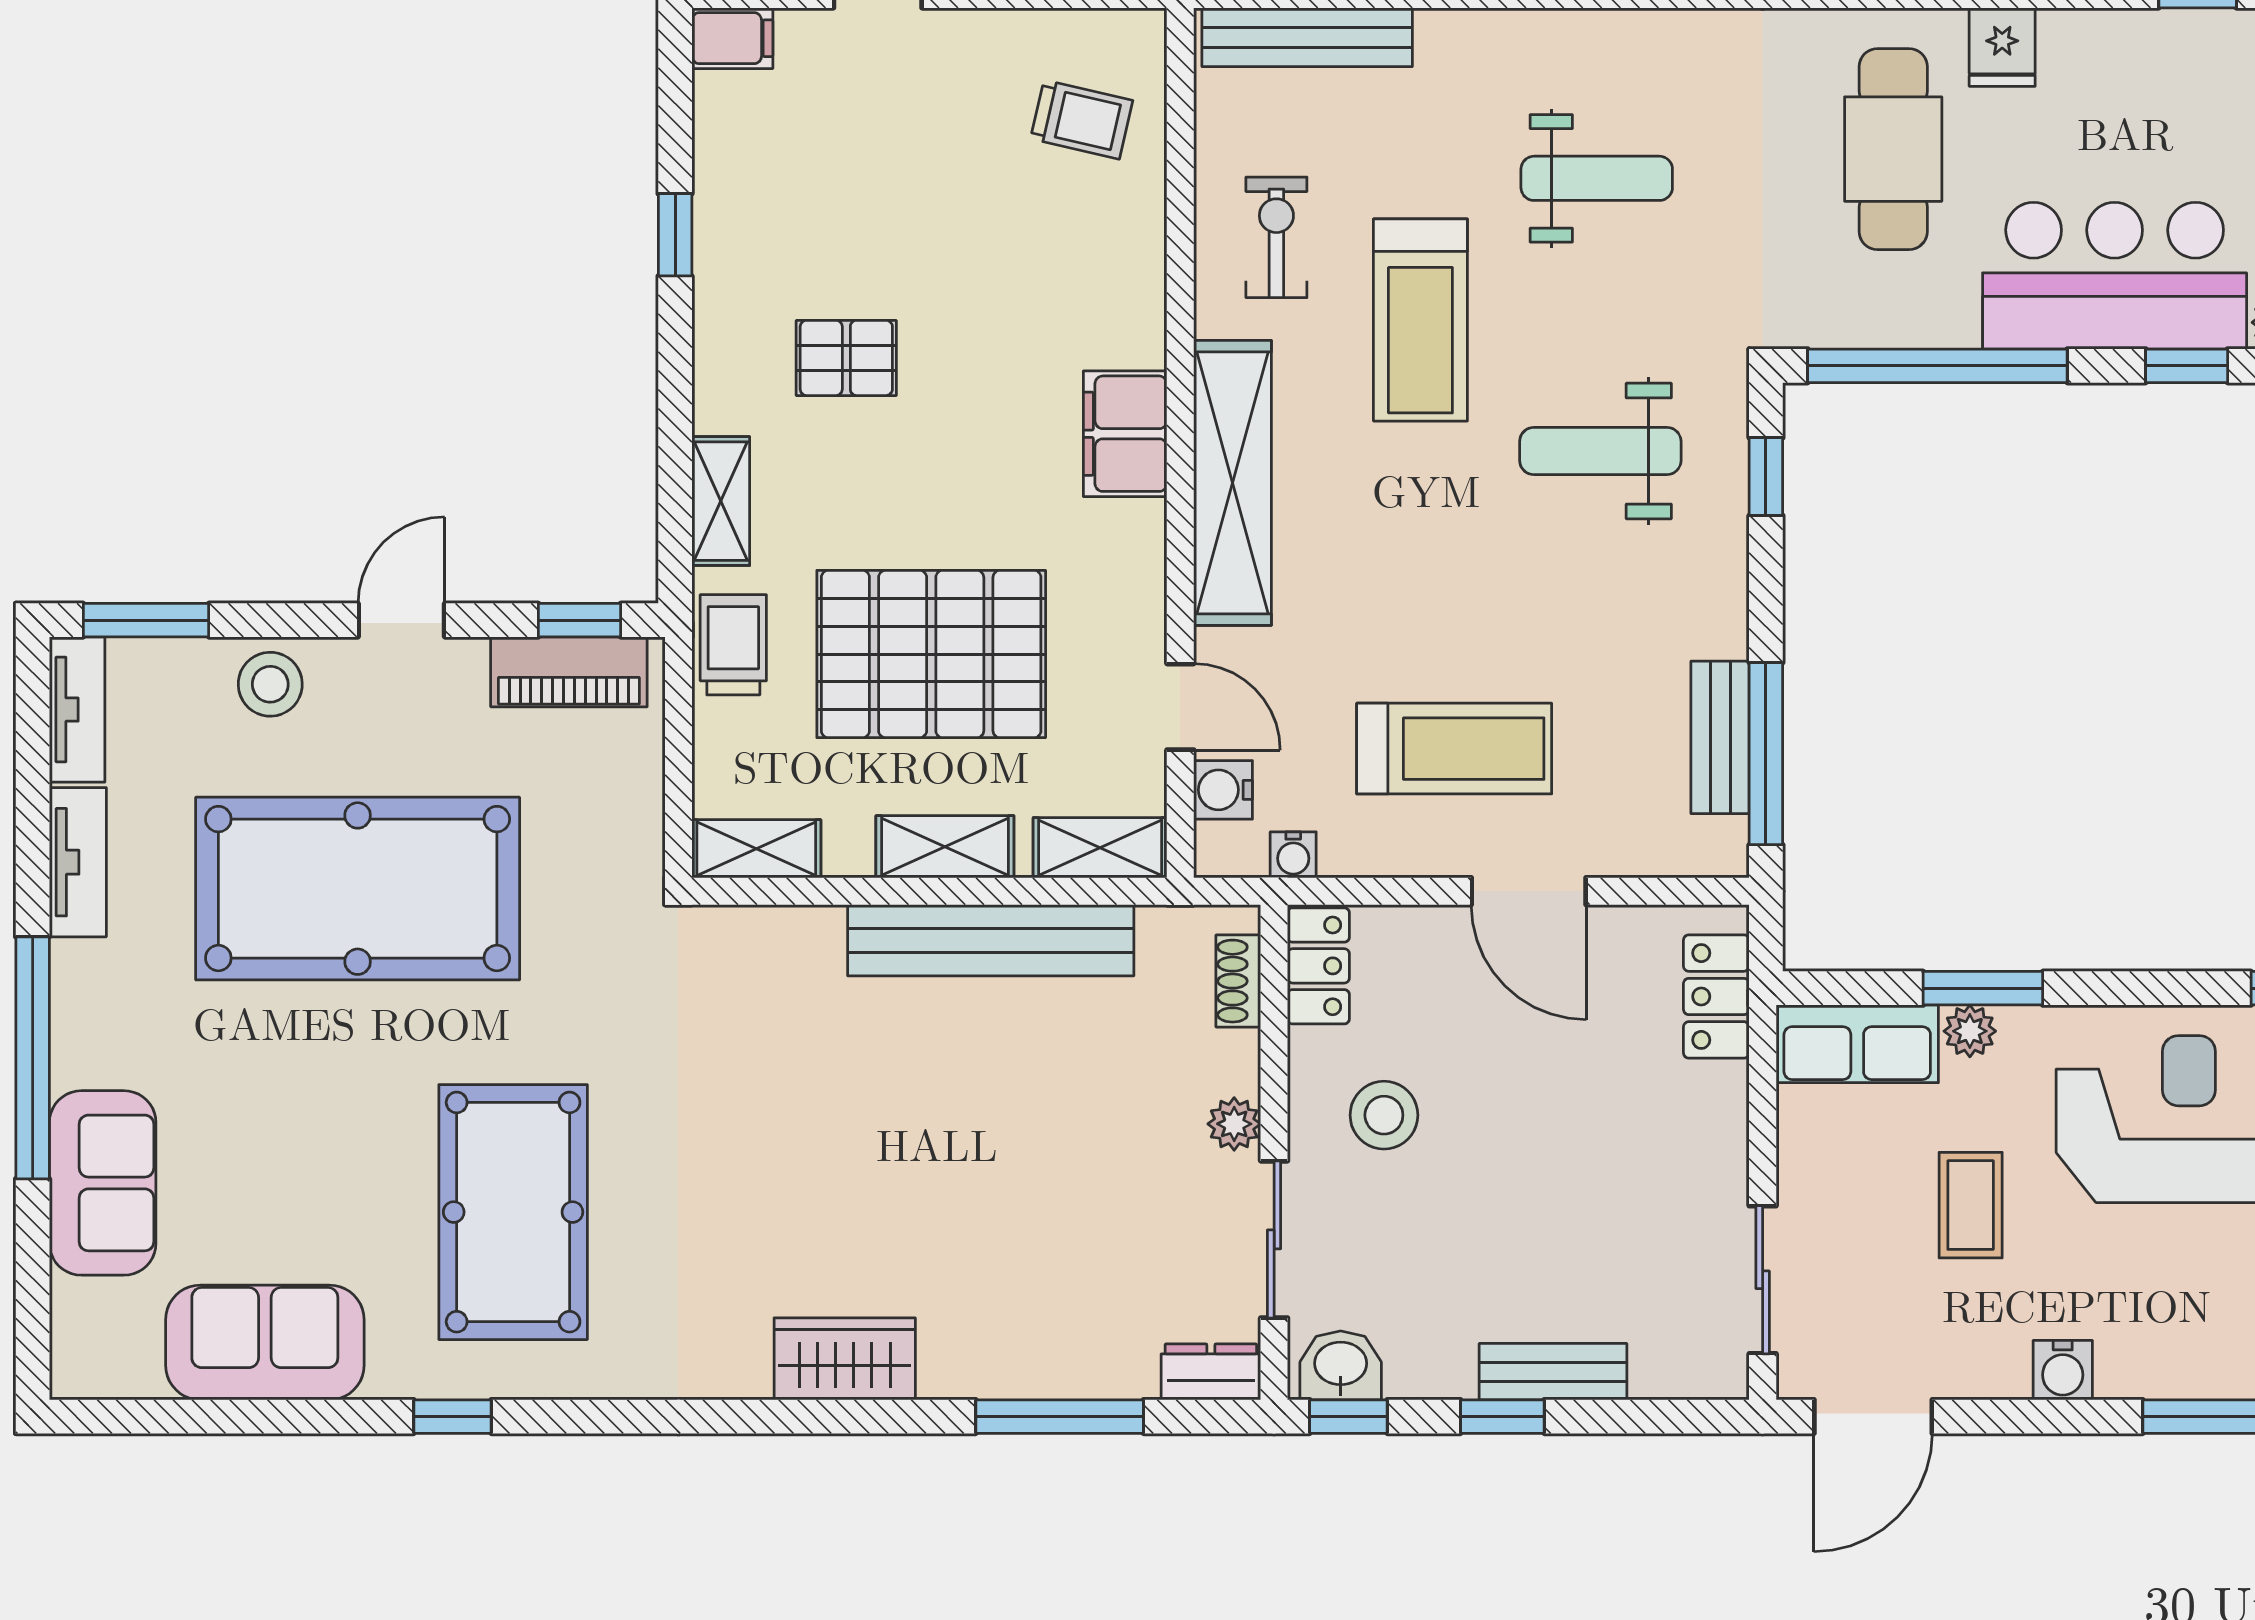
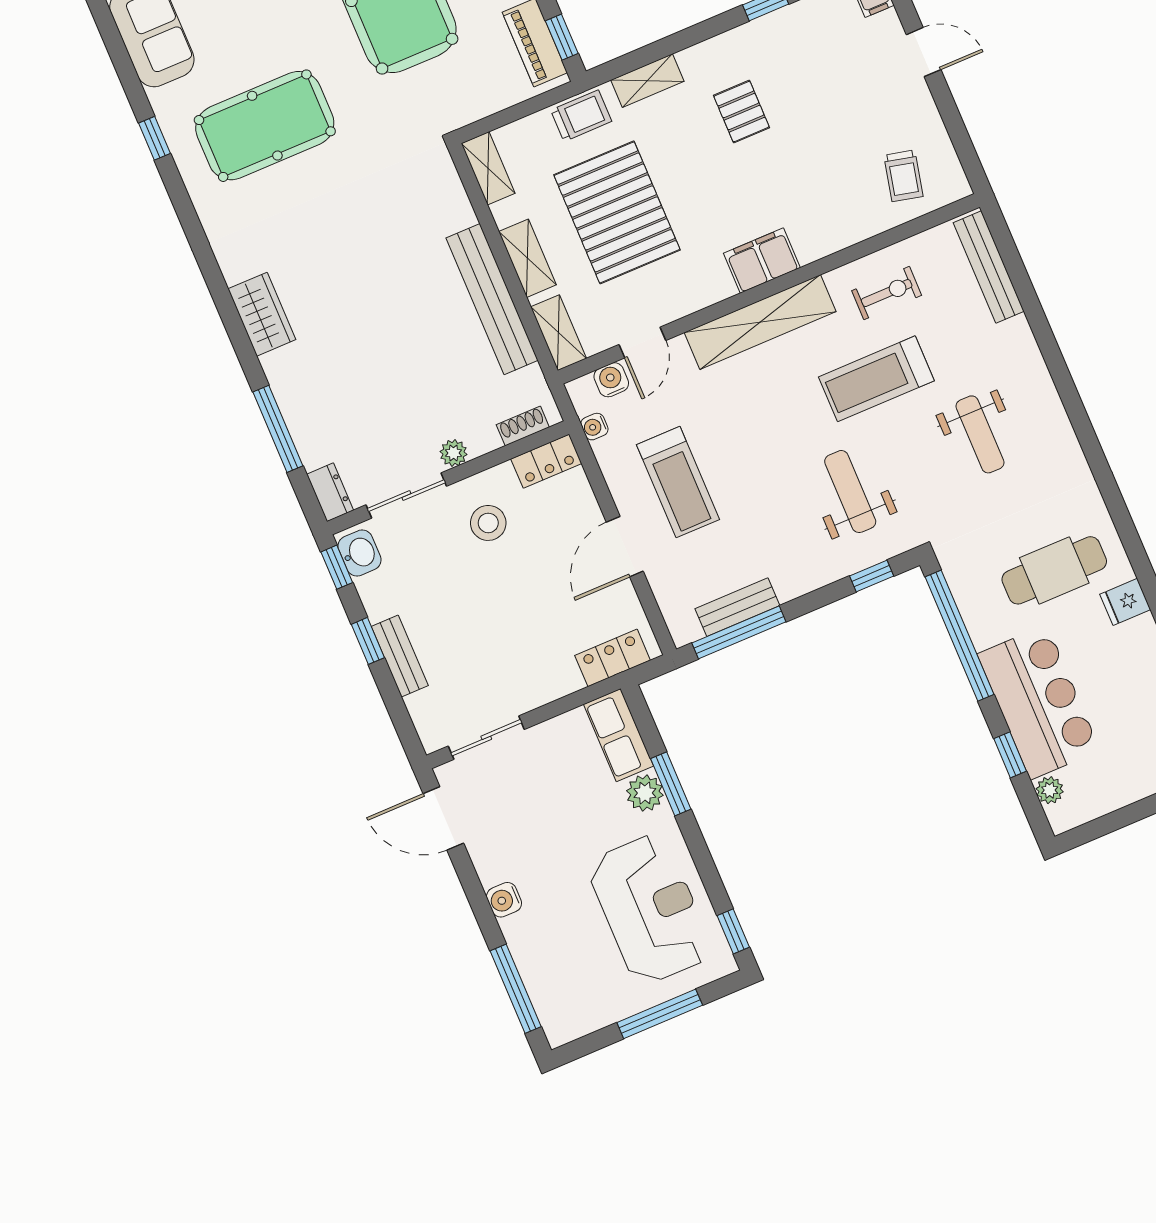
plant: (1970, 1031) -> (645, 793), width x1.38, depth x1.38
coffee table: (1971, 1205) -> (564, 822), removed

